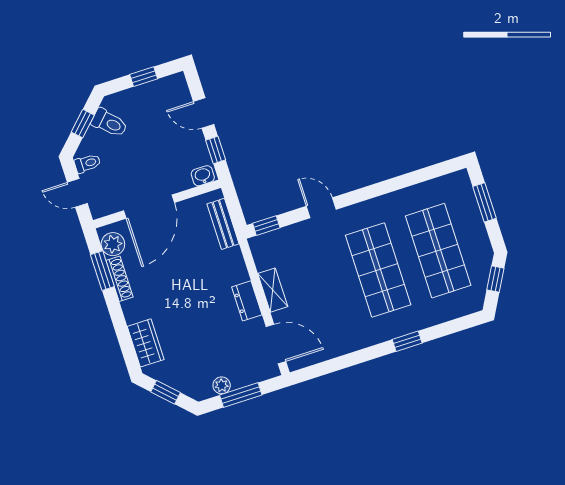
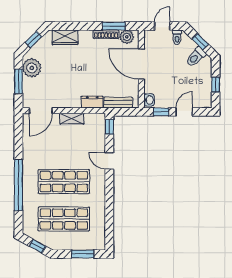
door: (321, 208) -> (109, 161), swing flipped
dresser: (247, 301) -> (92, 102), moved
window: (407, 341) -> (18, 185), width x3.17
plant: (222, 385) -> (32, 68), width x1.88, depth x1.88

